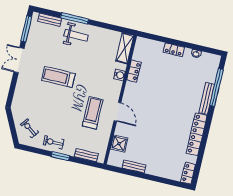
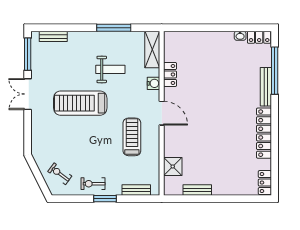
window: (75, 18) -> (114, 28), moved
weight bench: (76, 35) -> (110, 69), moved
locker: (174, 50) -> (259, 37), moved
treadmill: (58, 77) -> (80, 103), width x1.37, depth x1.38
door: (117, 112) -> (162, 113), moved

